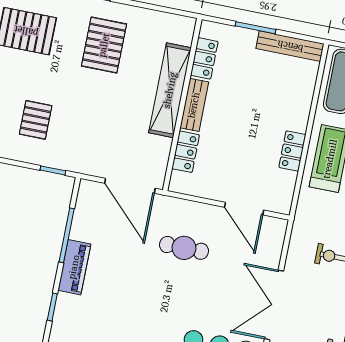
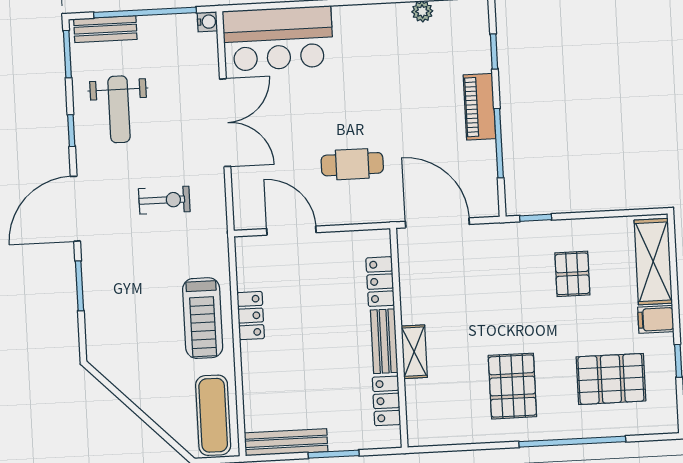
shelving: (170, 90) -> (414, 352), width x0.45, depth x0.75

